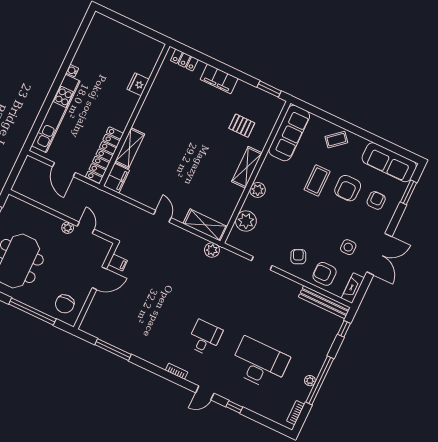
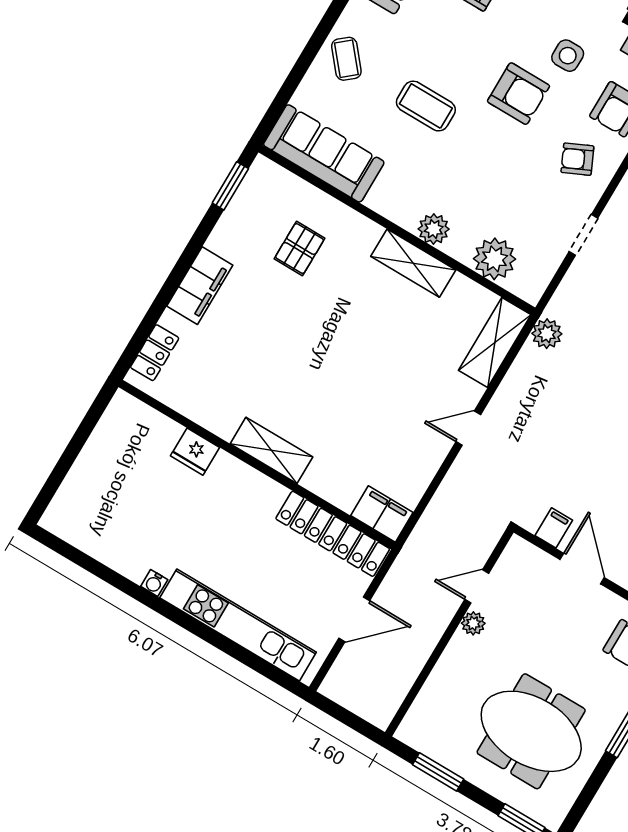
shelving: (130, 148) -> (271, 450), moved
shelving: (247, 167) -> (413, 263), moved
armchair: (348, 188) -> (519, 94), moved

